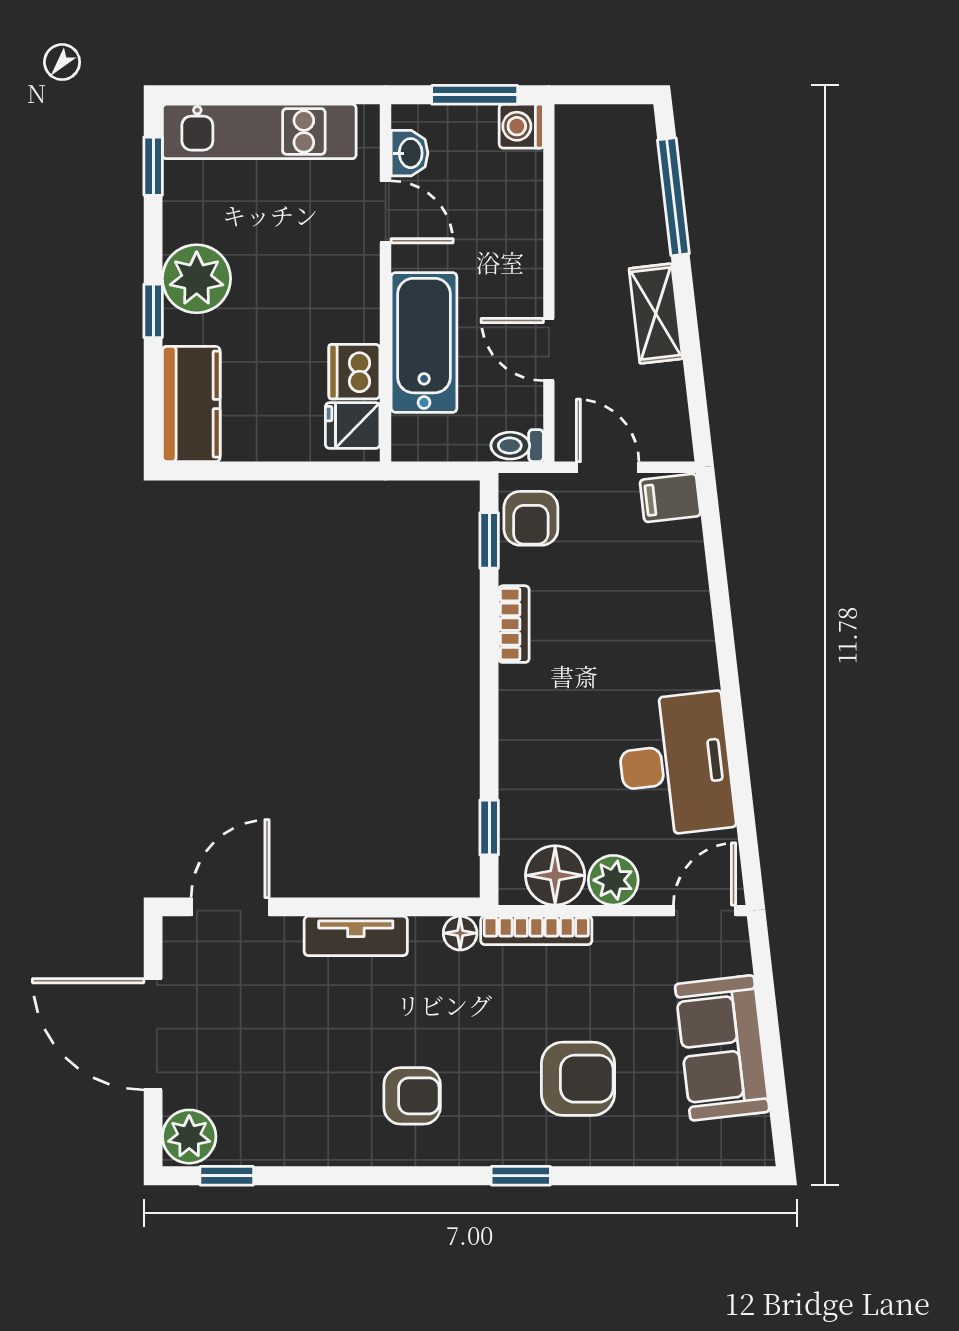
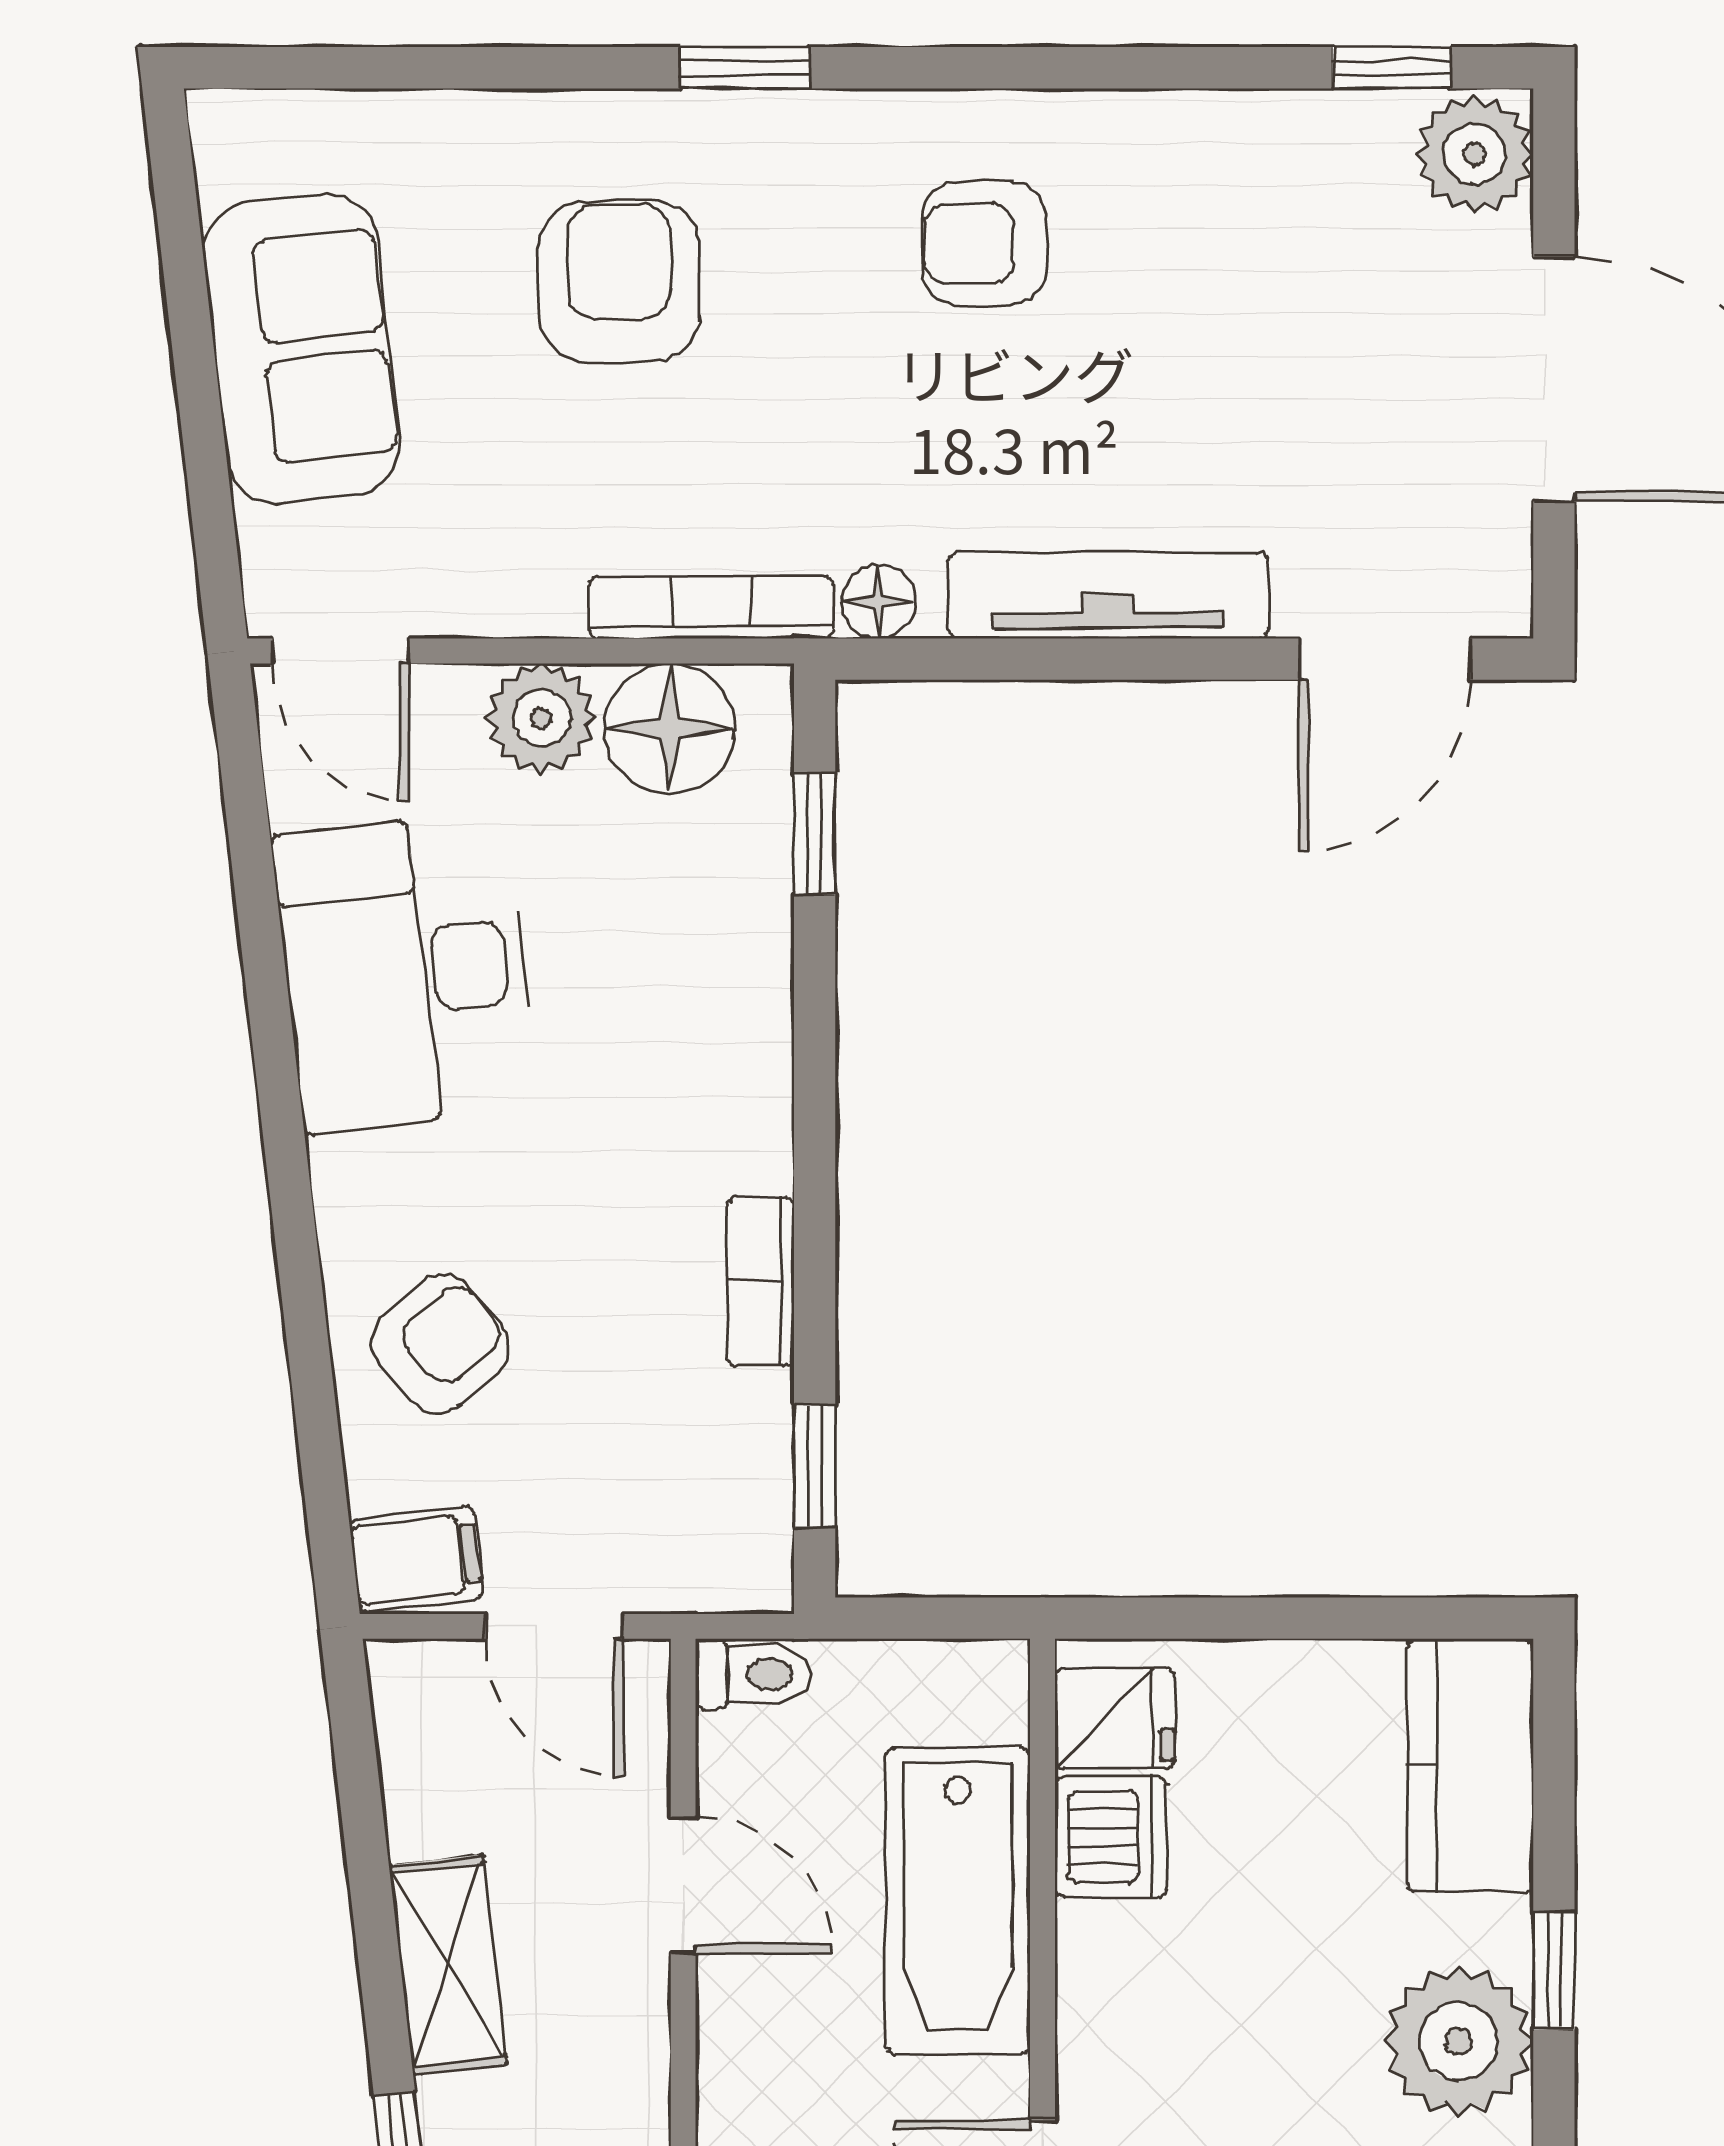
armchair: (531, 518) -> (441, 1344), moved, turned 49
door: (704, 911) -> (341, 651), hinge flipped
tv unit: (356, 936) -> (1108, 595), width x1.41
armchair: (578, 1079) -> (619, 281), turned 90

